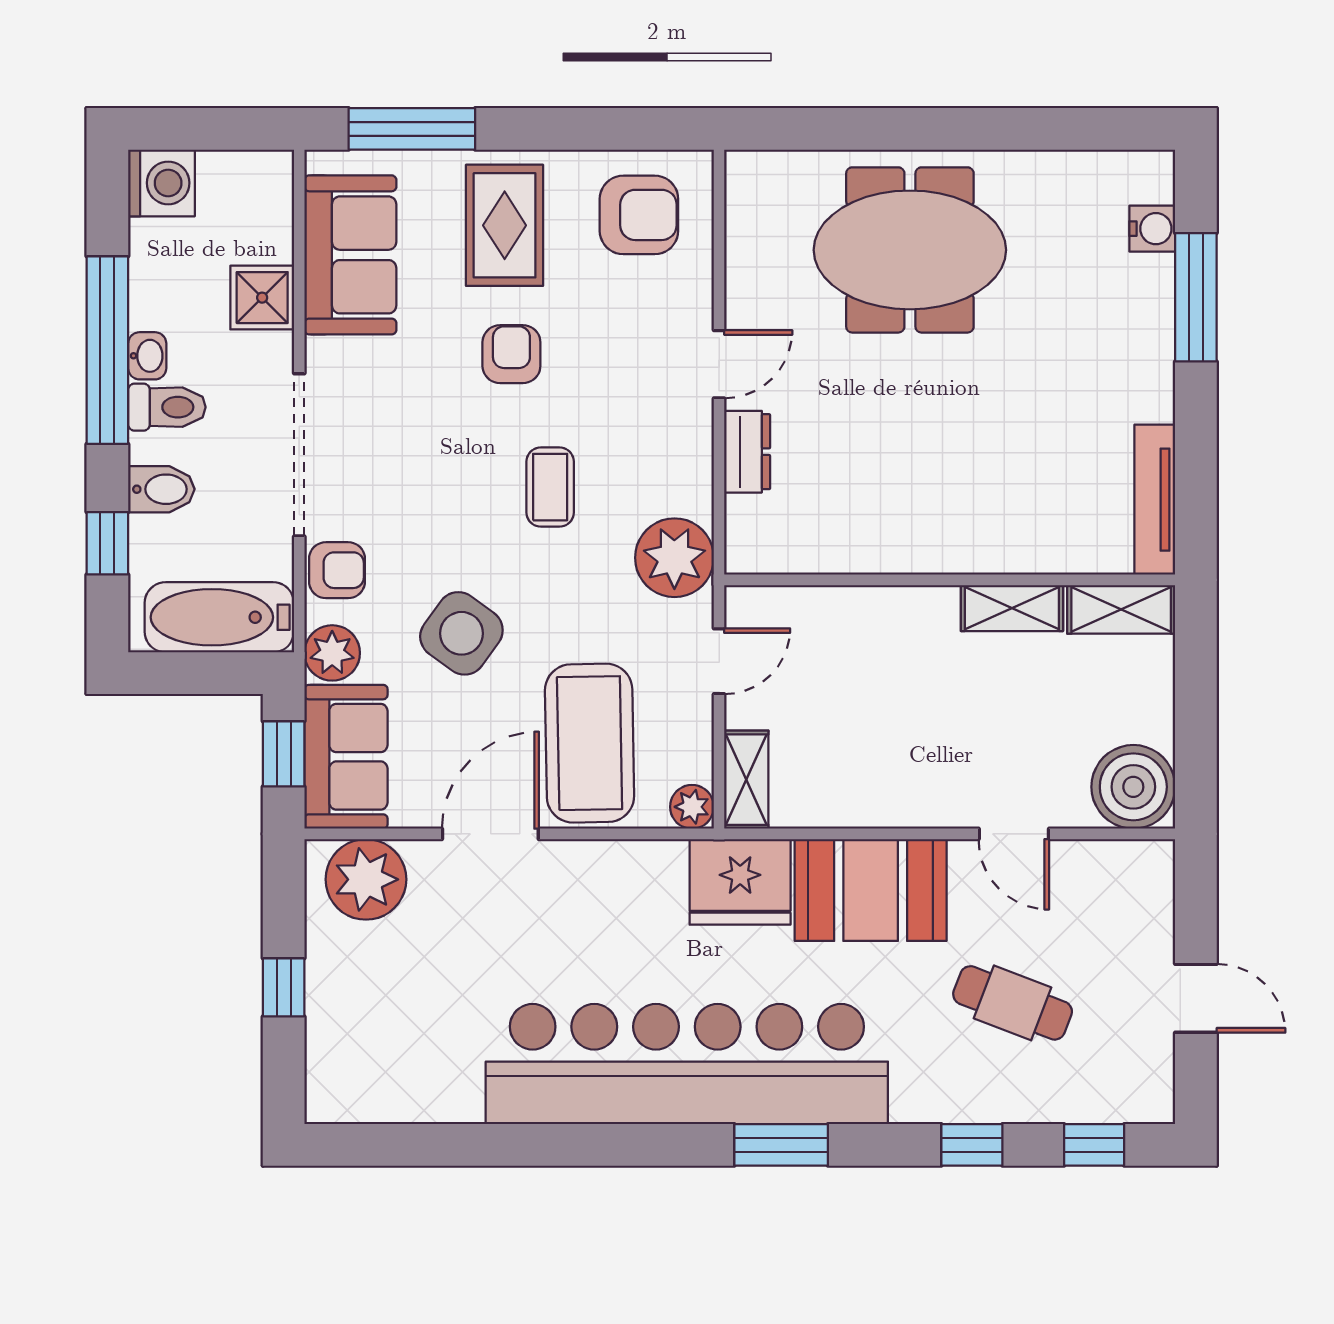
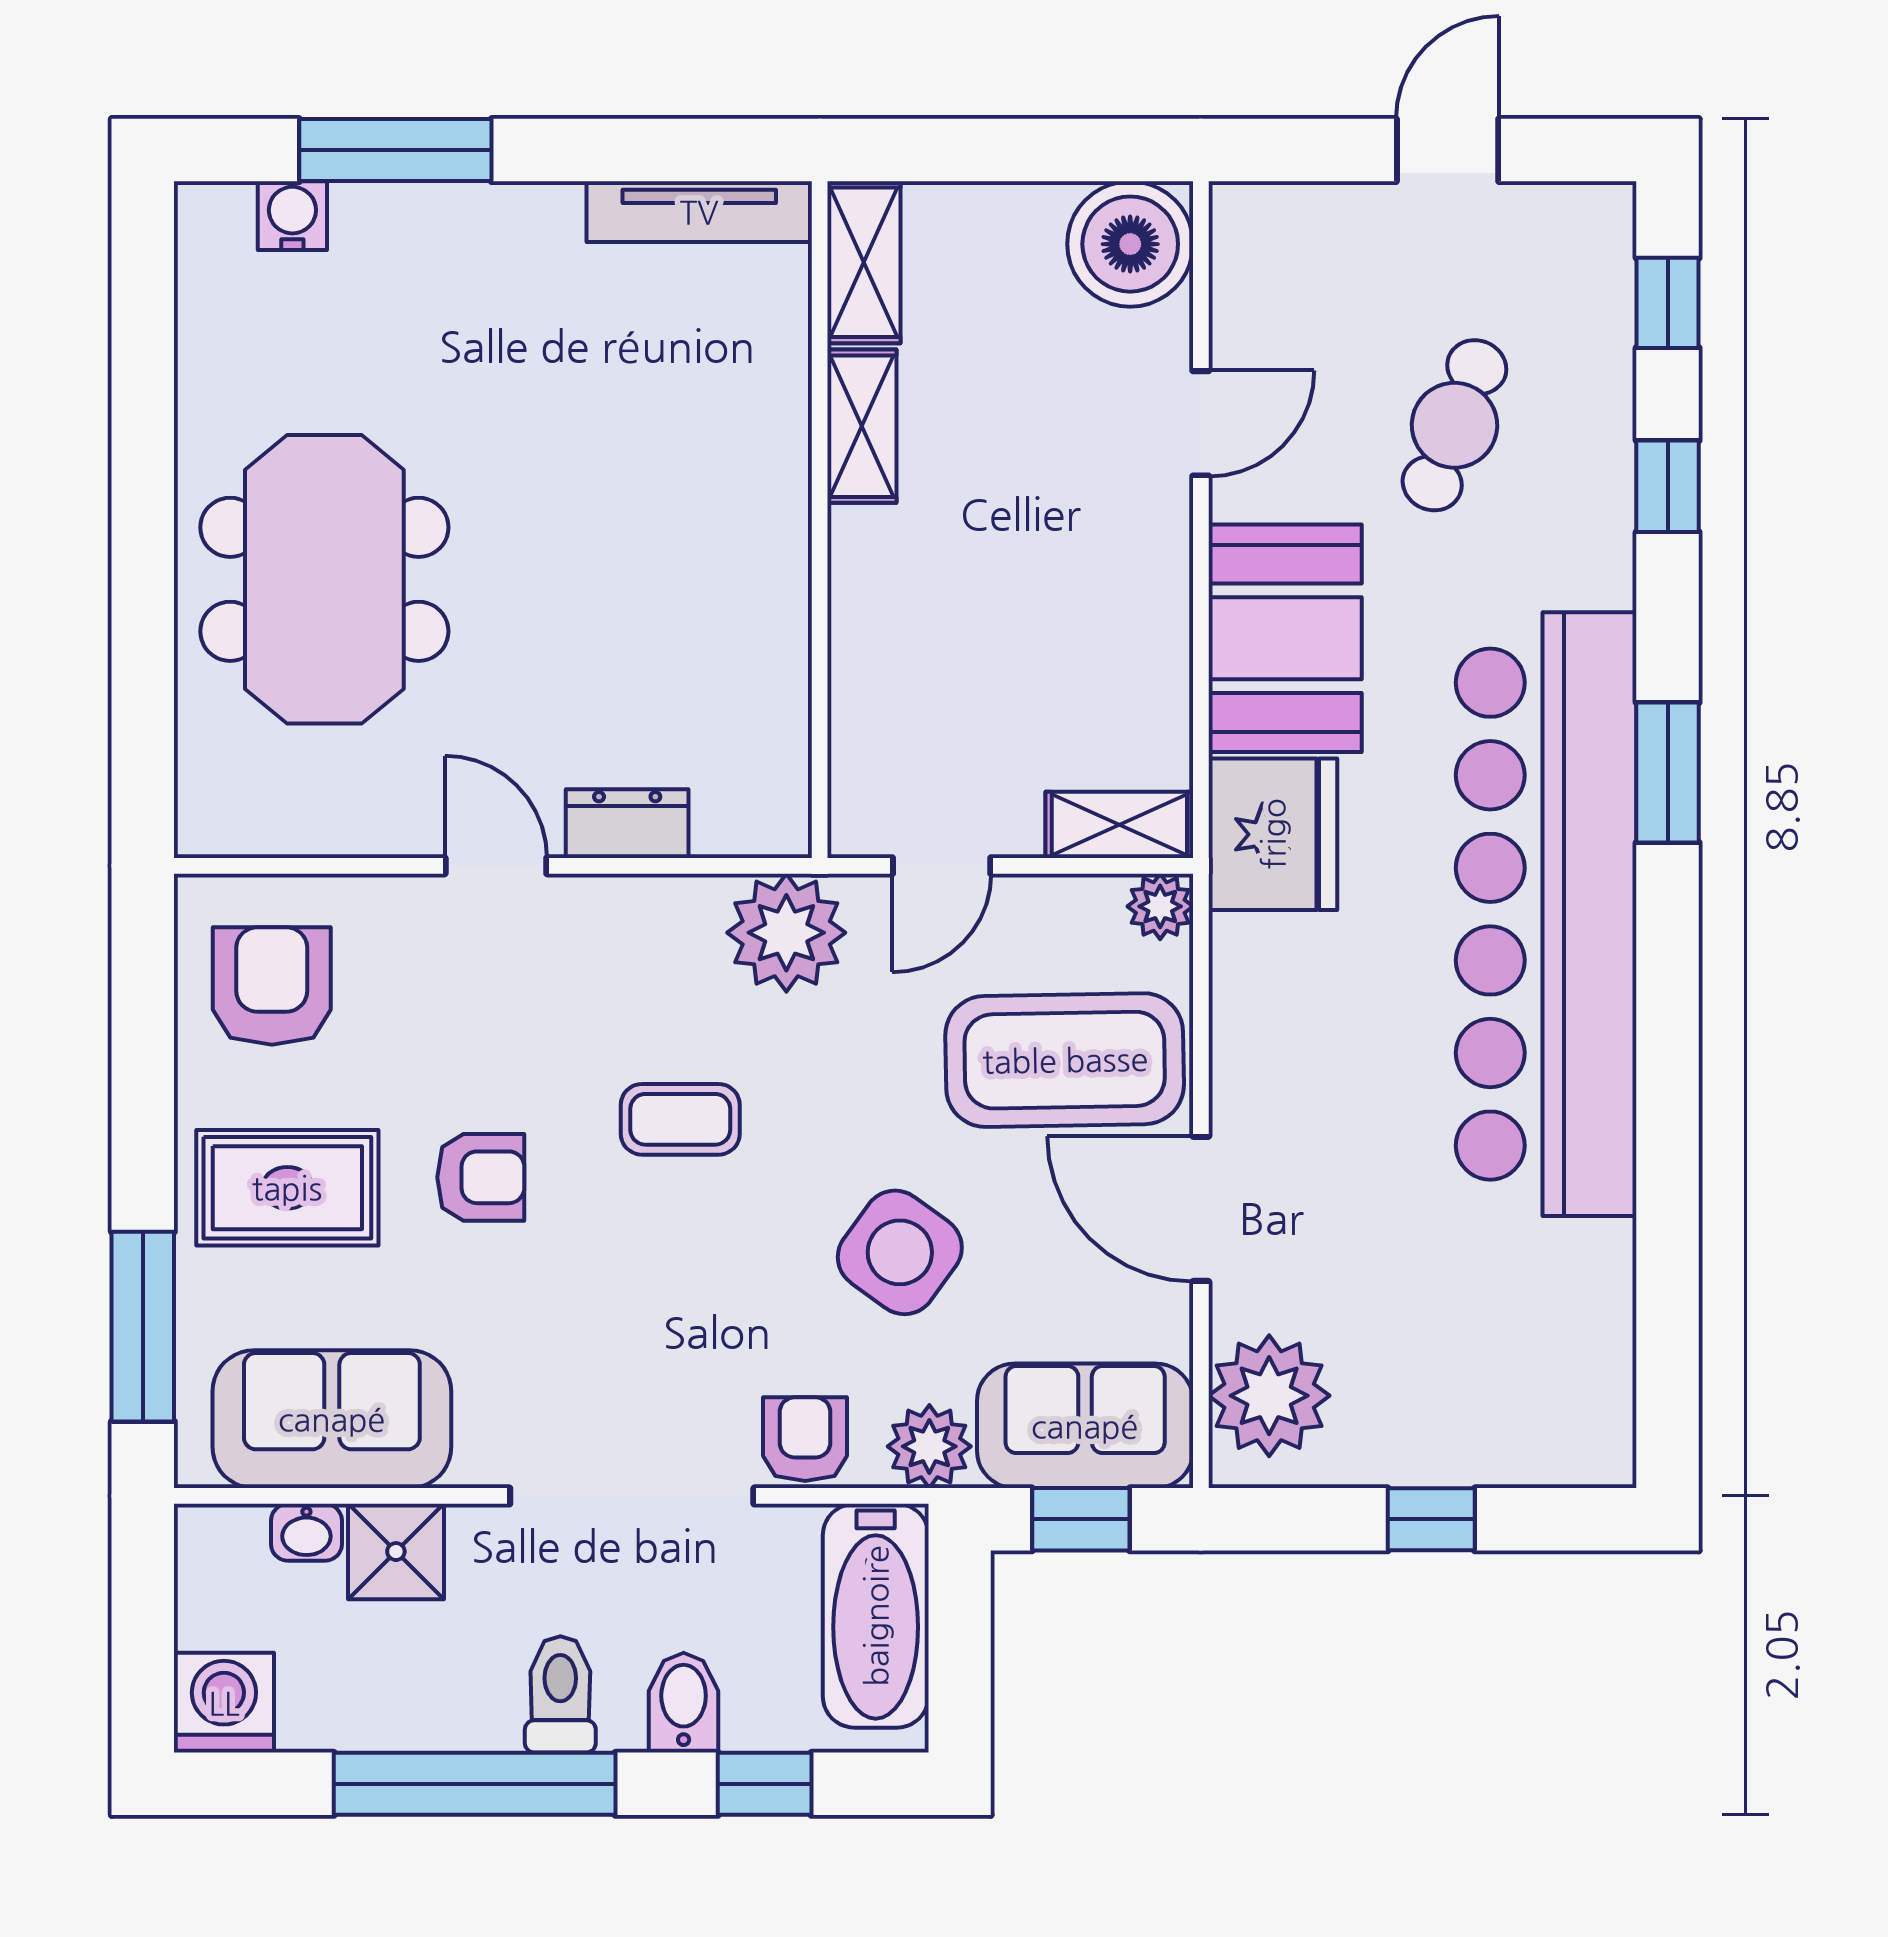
armchair: (511, 354) -> (481, 1177), turned 180
washbasin: (147, 356) -> (306, 1532), moved, turned 180
door: (719, 661) -> (942, 866), swing flipped

